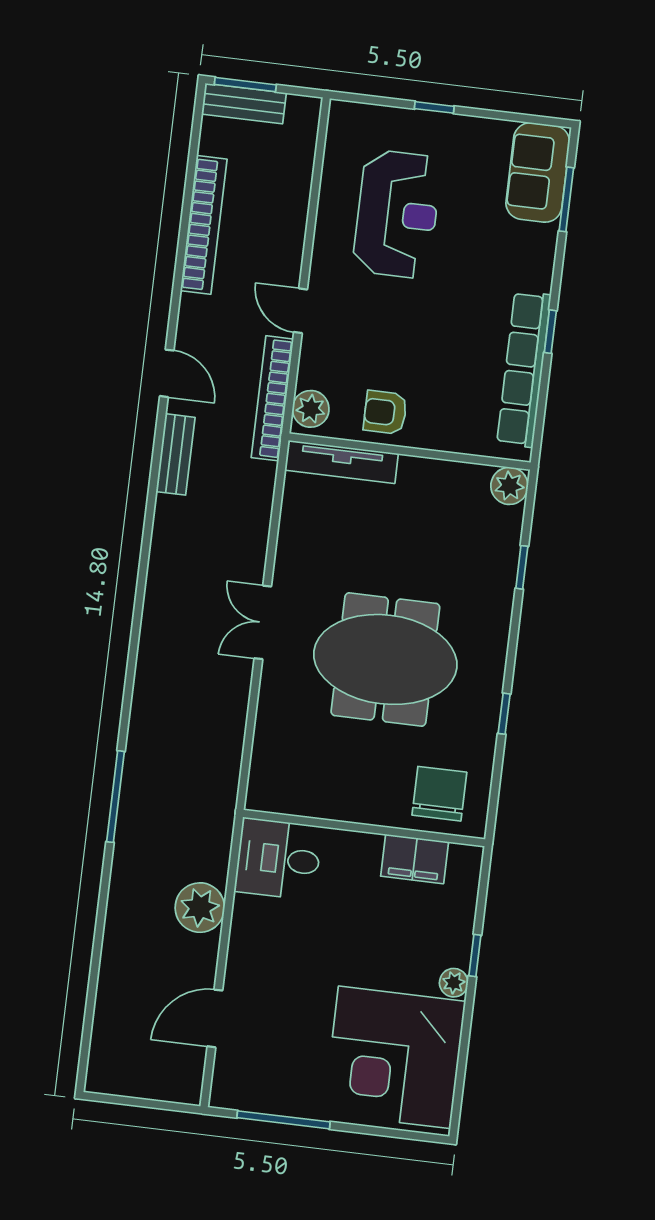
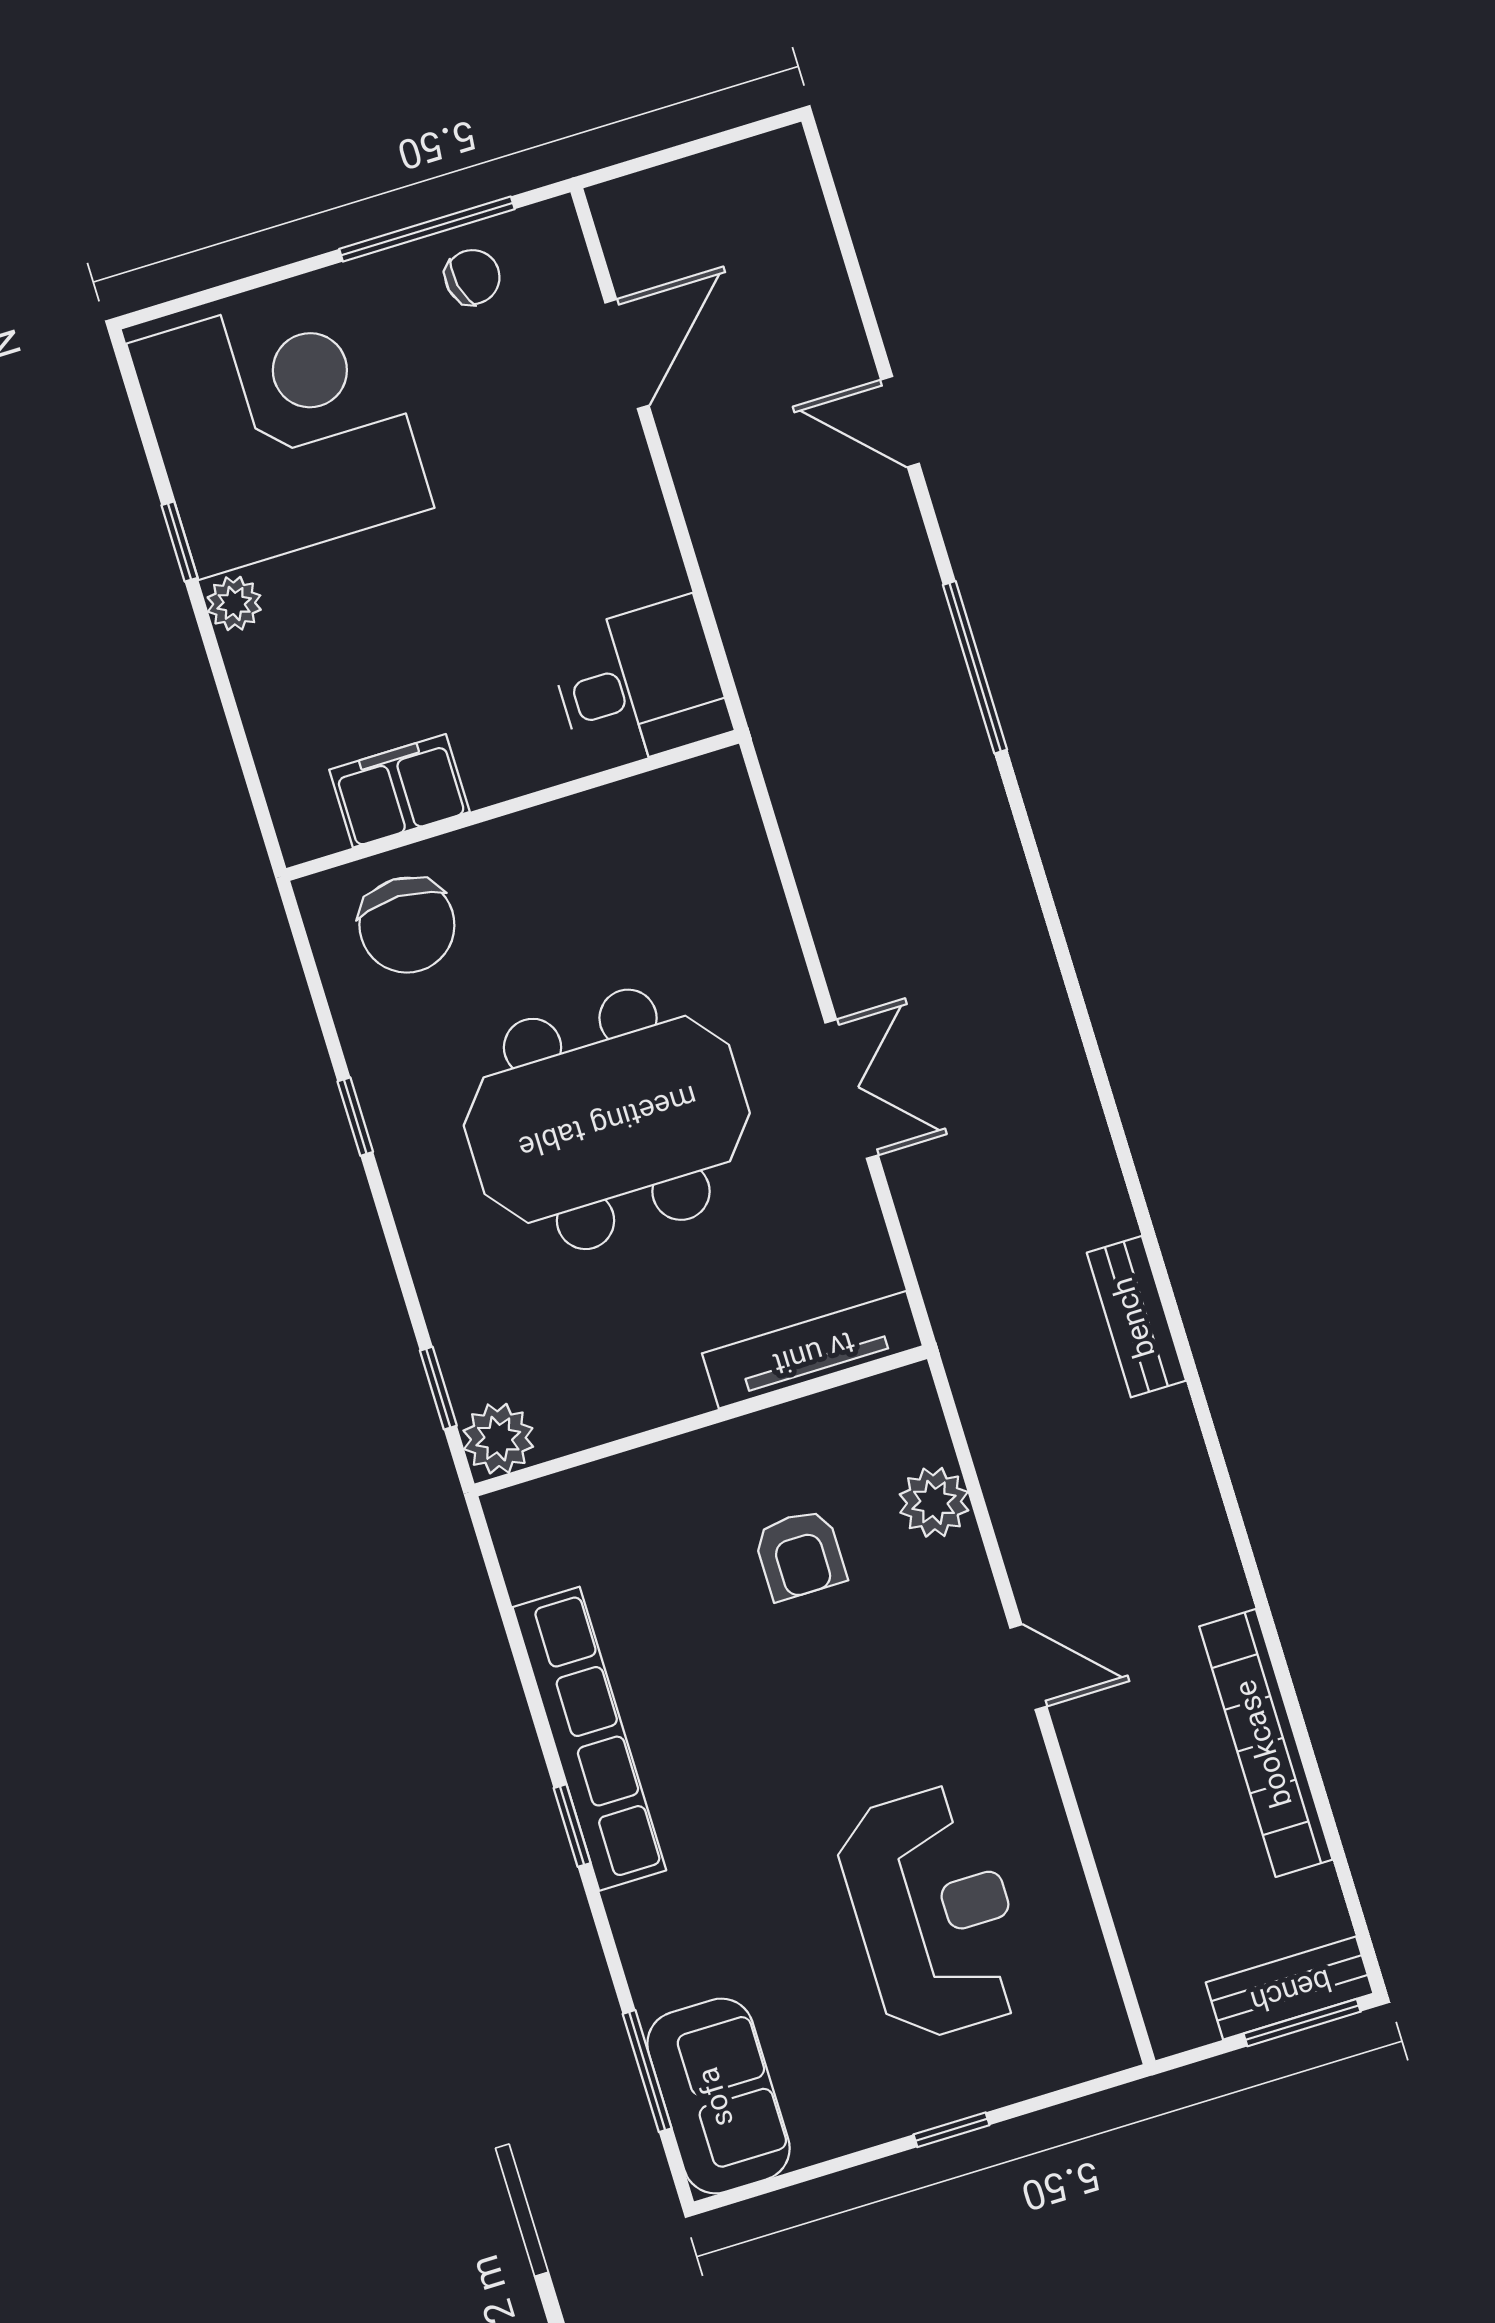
reception desk: (397, 214) -> (934, 1913), turned 180
door: (167, 373) -> (900, 422), moved
bookcase: (272, 398) -> (1010, 1491), removed
armchair: (385, 412) -> (800, 1554), turned 90
wall: (410, 452) -> (701, 1421), moved
tv unit: (342, 462) -> (813, 1350), moved
plant: (509, 486) -> (498, 1439), moved
plant: (200, 908) -> (740, 538), removed
window: (475, 956) -> (179, 541), moved
chair: (272, 1087) -> (472, 277), added

